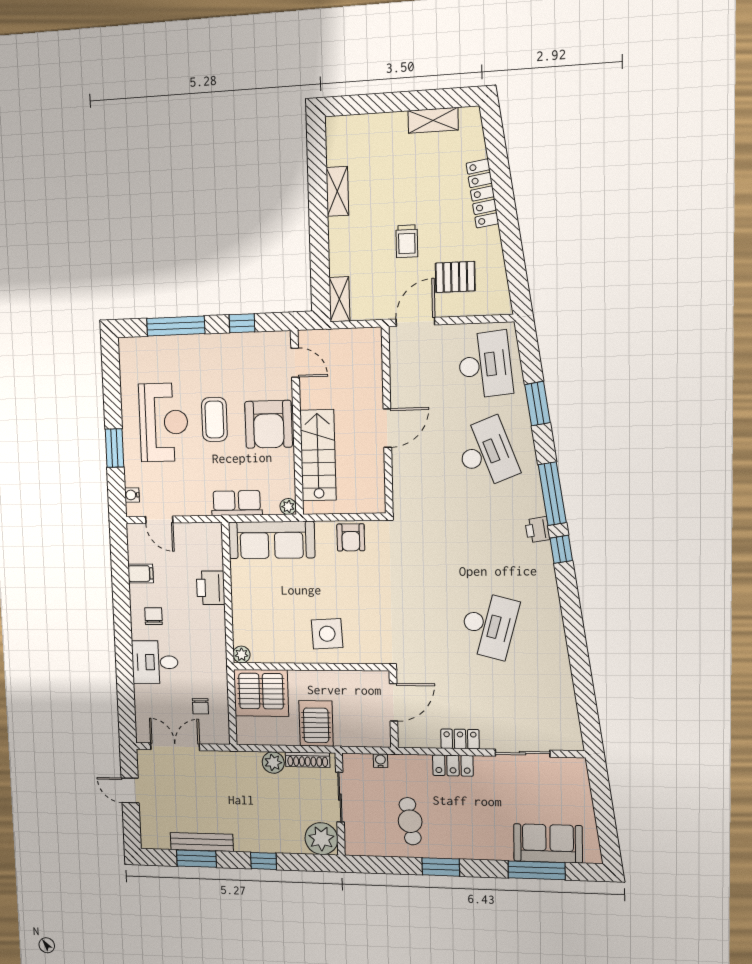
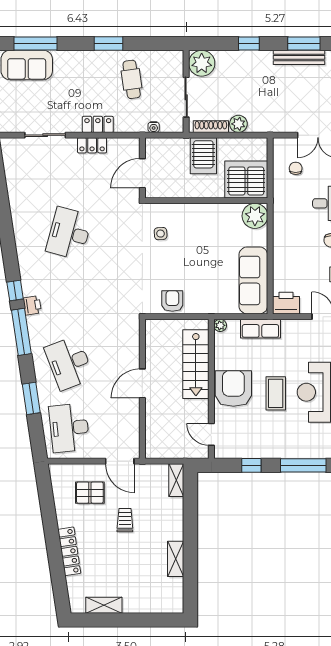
door: (415, 322) -> (120, 461), hinge flipped
sofa: (271, 540) -> (253, 280), moved, turned -90
printer: (211, 588) -> (286, 303), moved, turned -90
side table: (327, 634) -> (161, 234), moved, width x0.54, depth x0.54
plant: (242, 655) -> (255, 216), width x1.88, depth x1.88

